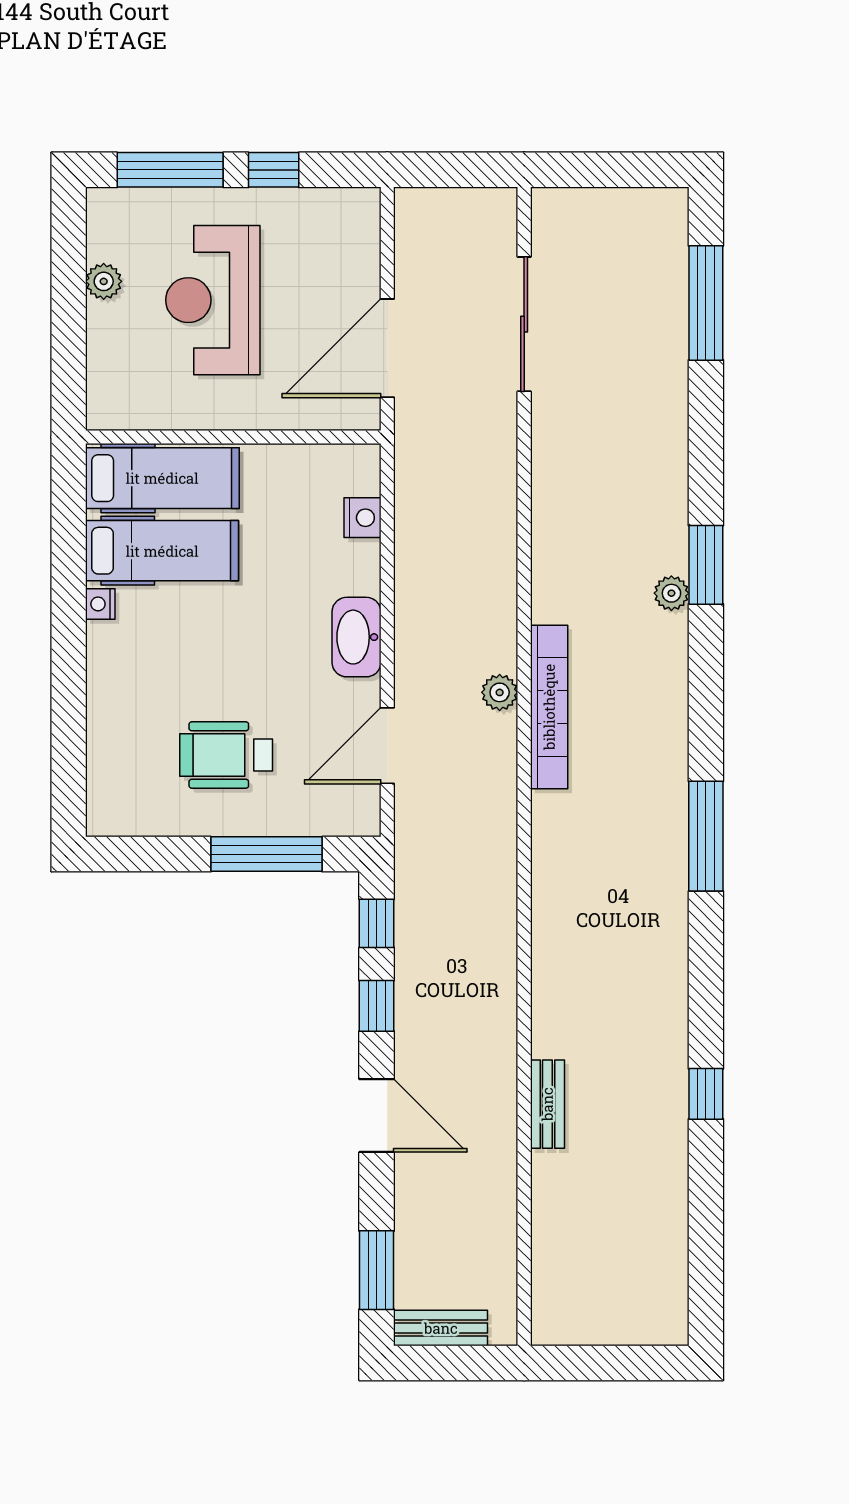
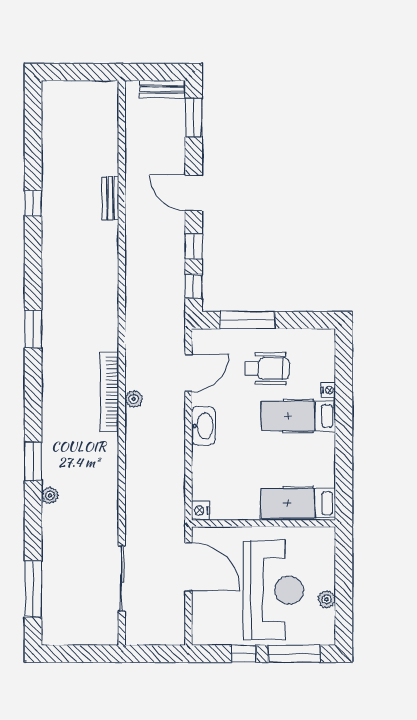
reception desk: (213, 300) -> (274, 590), width x1.36, depth x1.30
door: (387, 348) -> (188, 567), hinge flipped
nightstand: (362, 518) -> (201, 511), moved
hospital bed: (162, 551) -> (298, 416), moved
plant: (671, 593) -> (50, 495), moved
nightstand: (100, 604) -> (328, 390), moved
window: (706, 836) -> (33, 329), width x0.69

